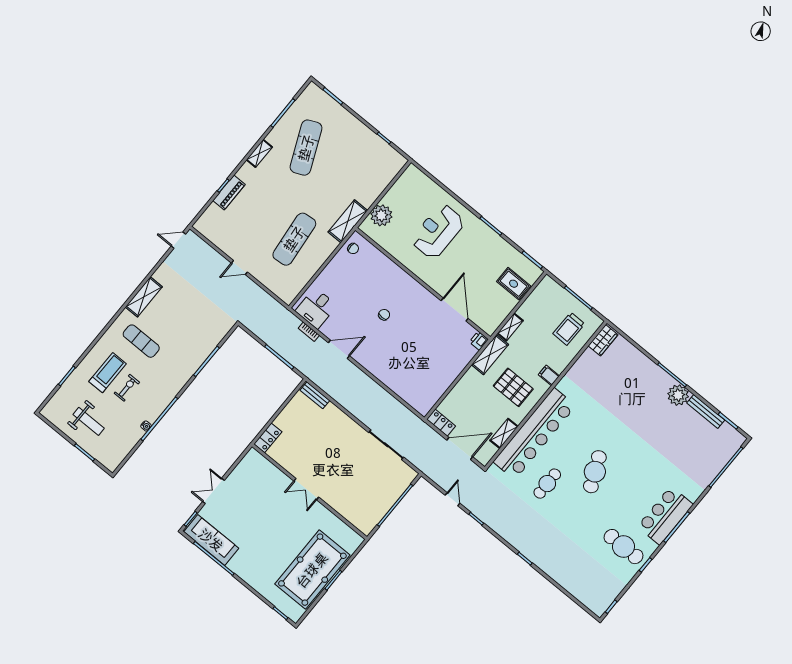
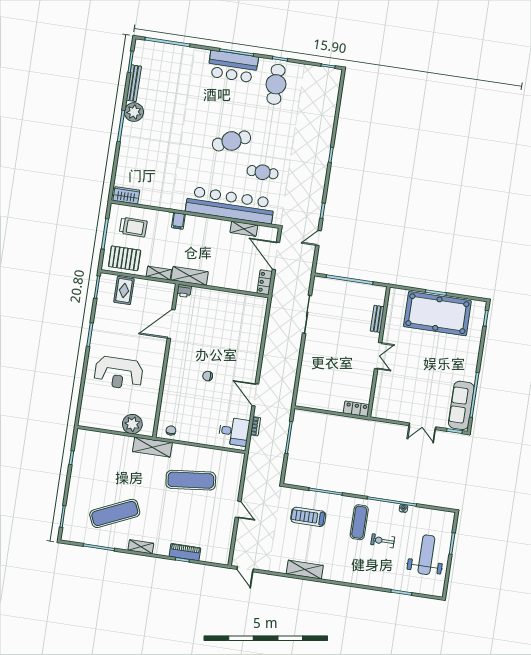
exercise mat: (141, 341) -> (359, 522), moved
treadmill: (108, 373) -> (308, 517), moved
pallet: (513, 387) -> (125, 258), moved, turned 90
bench: (315, 395) -> (377, 319), moved
weight bench: (89, 421) -> (426, 555), width x1.36, depth x1.33

